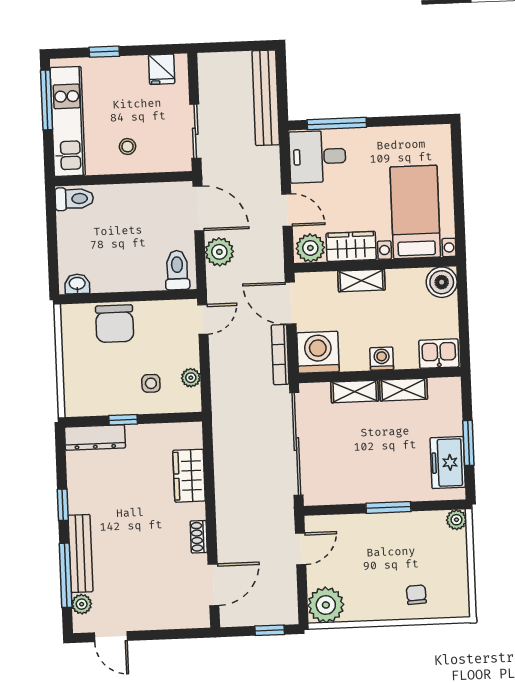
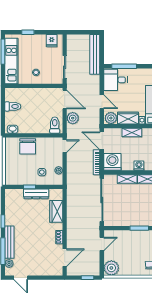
toilet: (74, 199) -> (13, 106), moved
dresser: (95, 438) -> (36, 194), moved

